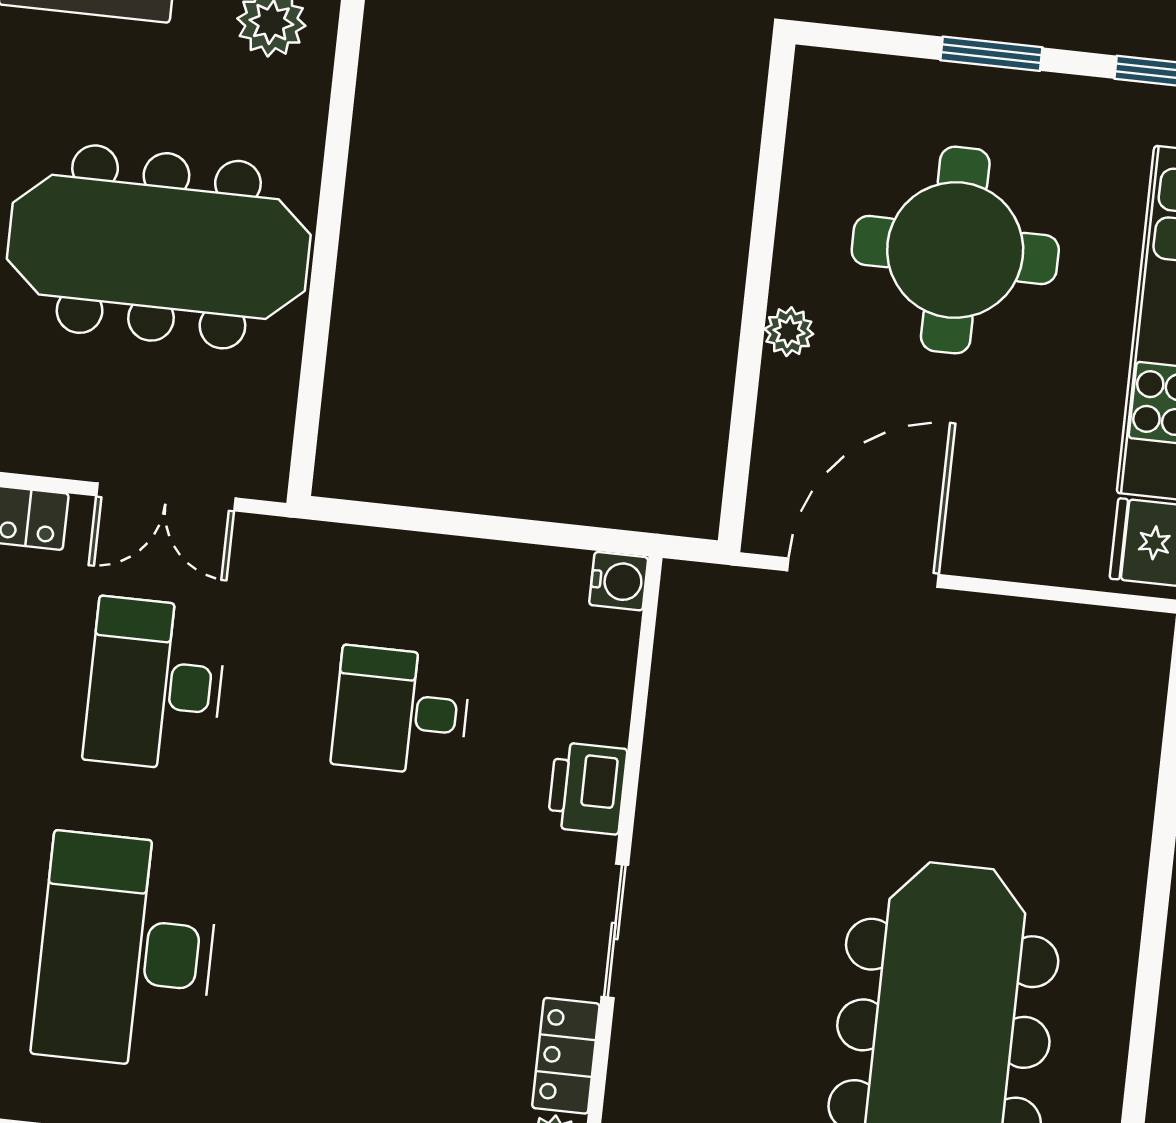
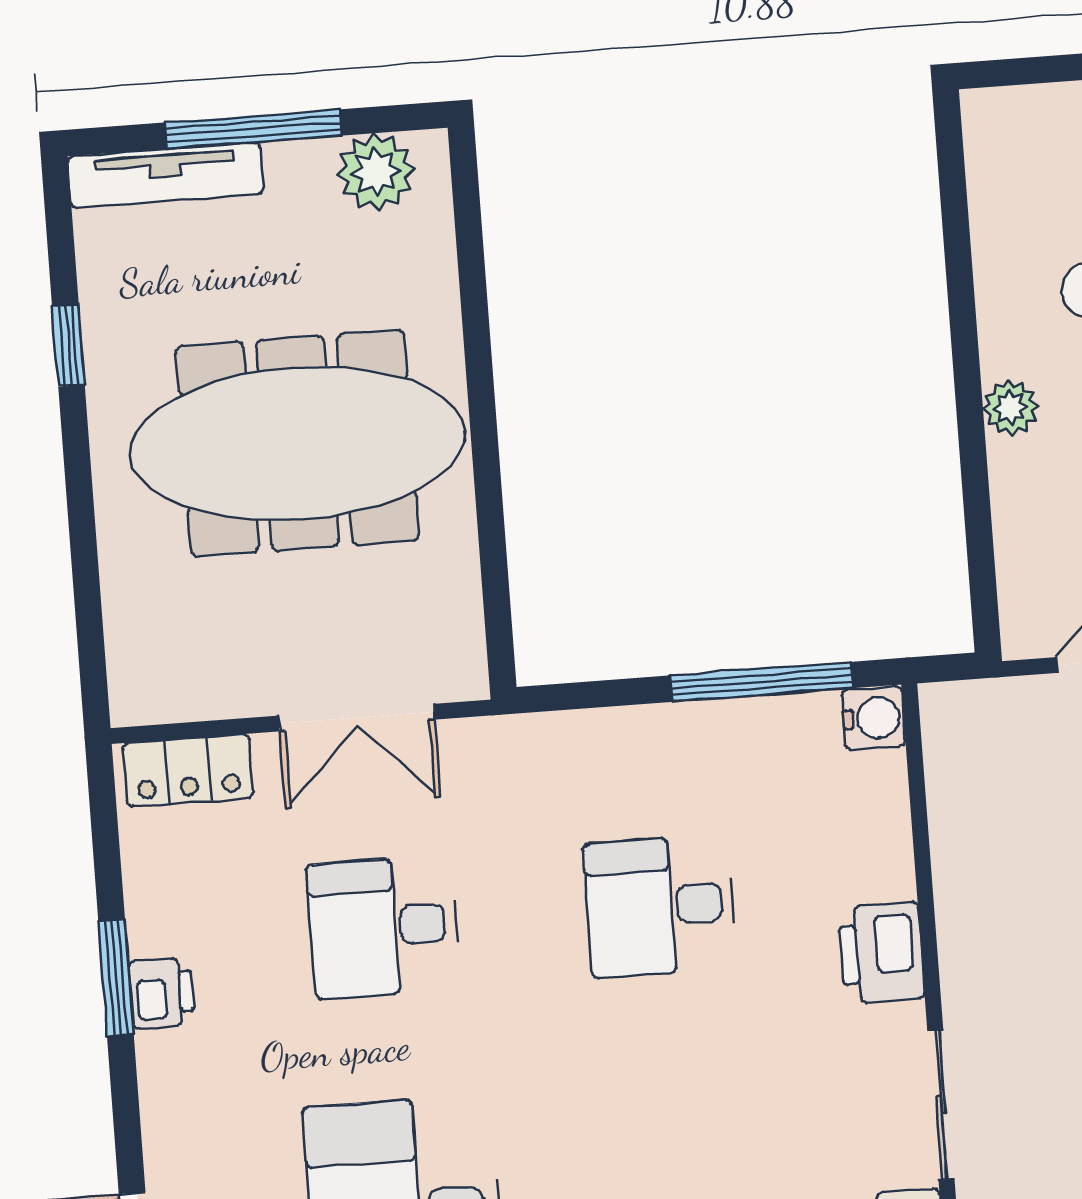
window: (526, 531) -> (762, 682), added
desk: (155, 684) -> (383, 927), width x0.73

